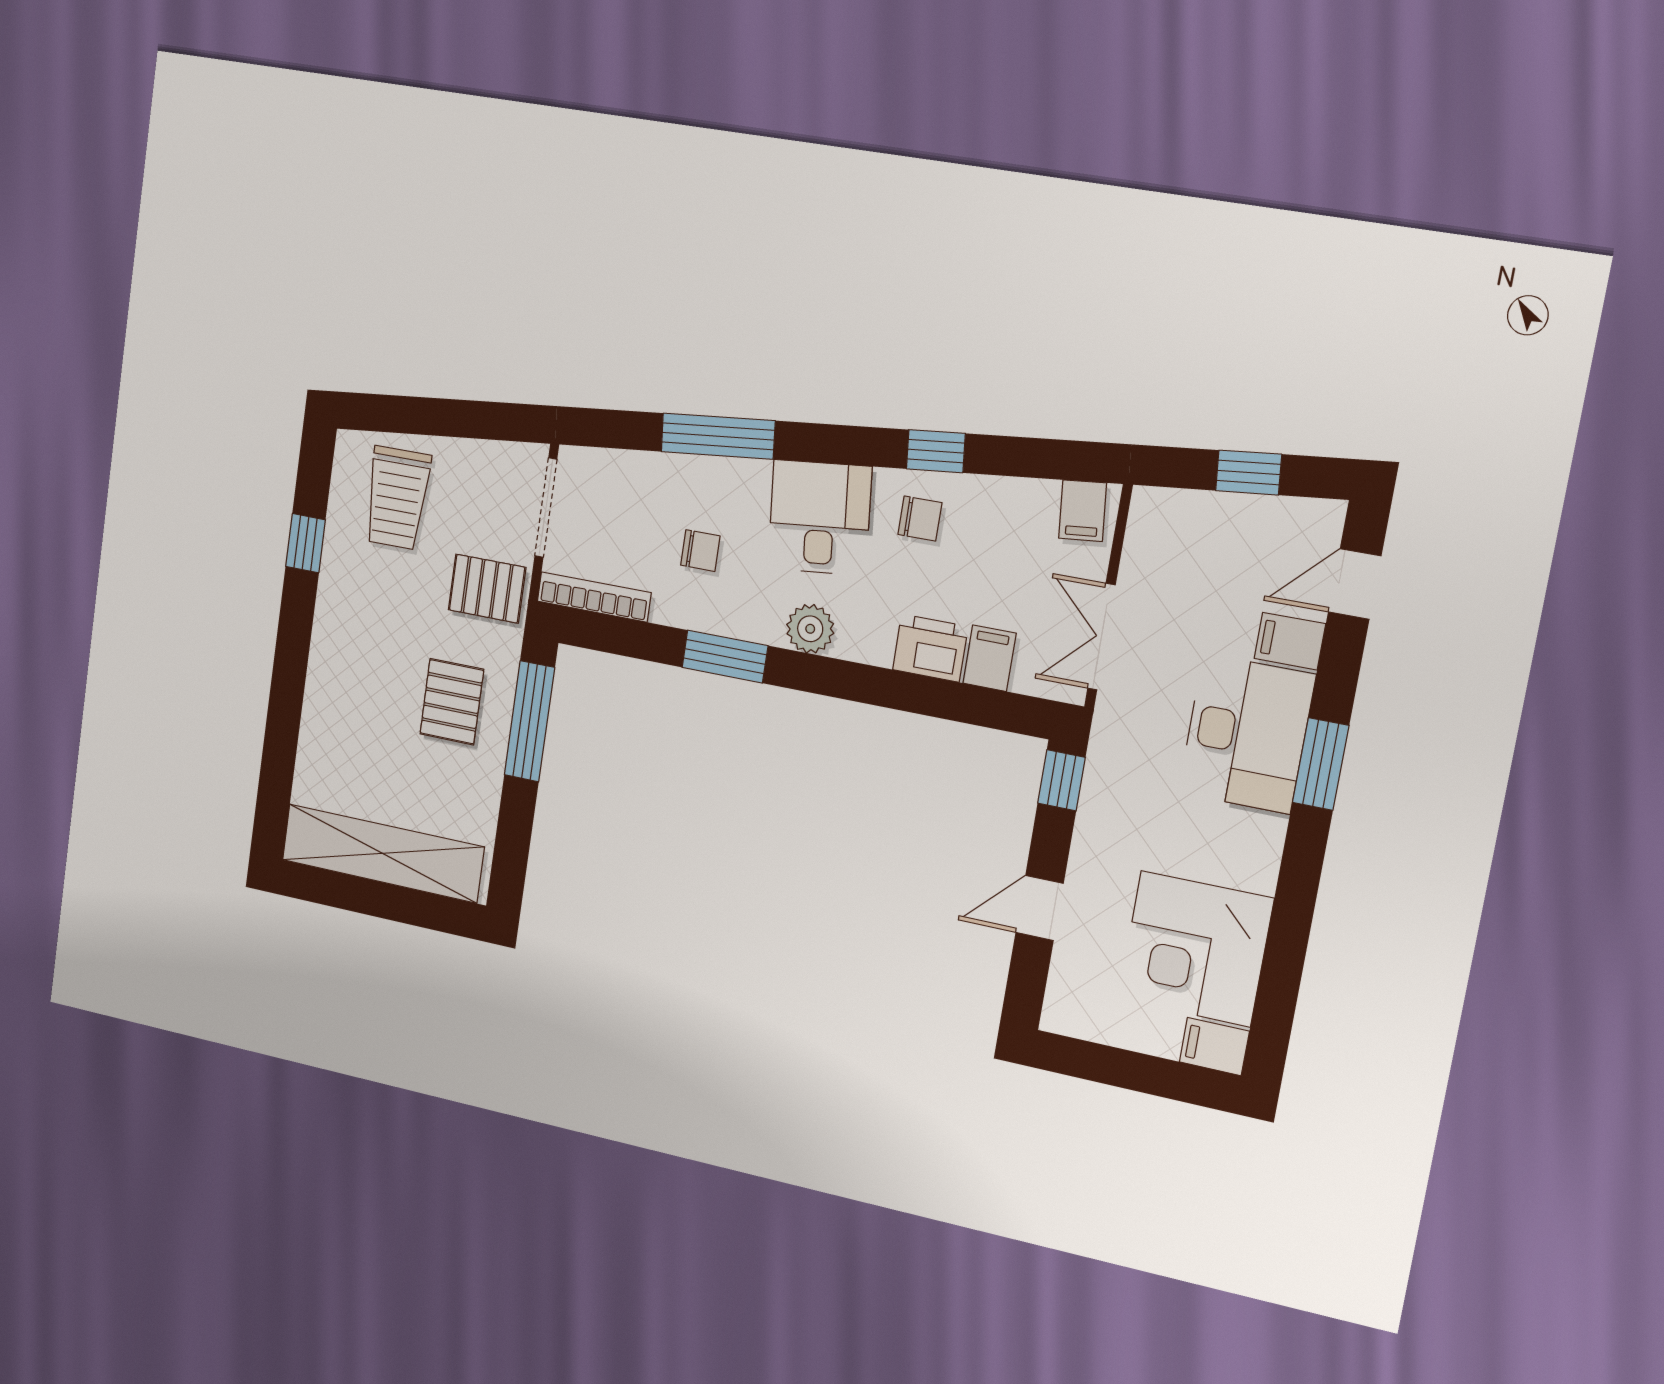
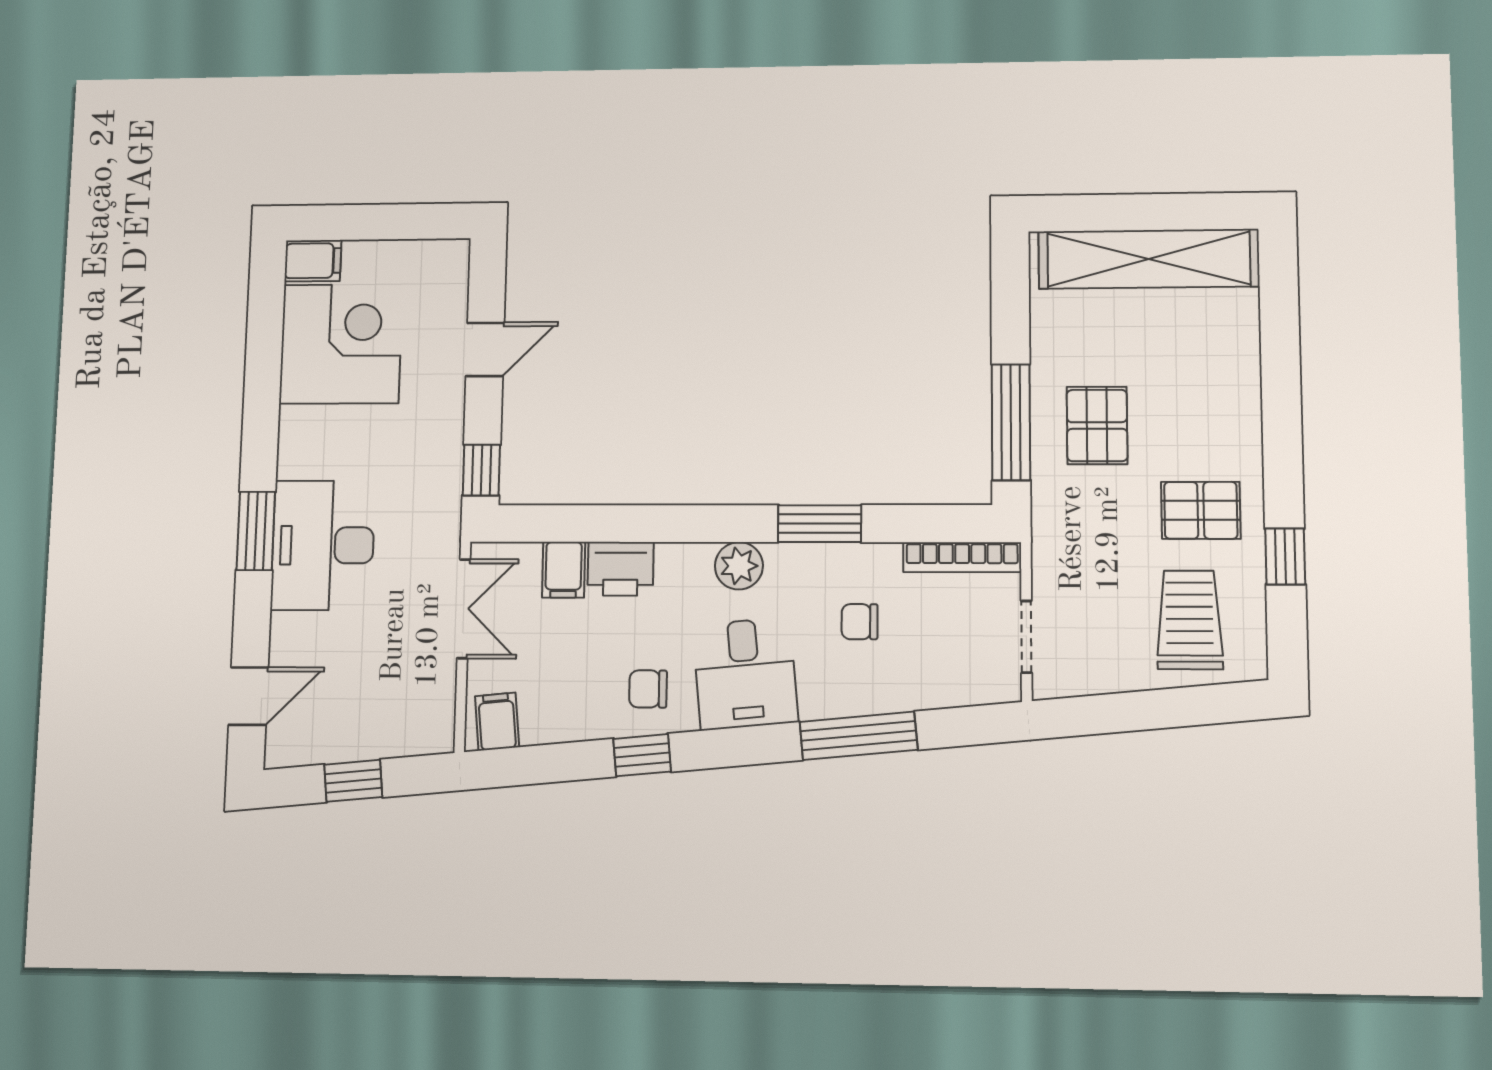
doorway: (546, 508) -> (1026, 637), width x0.73
pallet: (487, 589) -> (1201, 510), moved
filing cabinet: (1290, 641) -> (297, 635), removed

